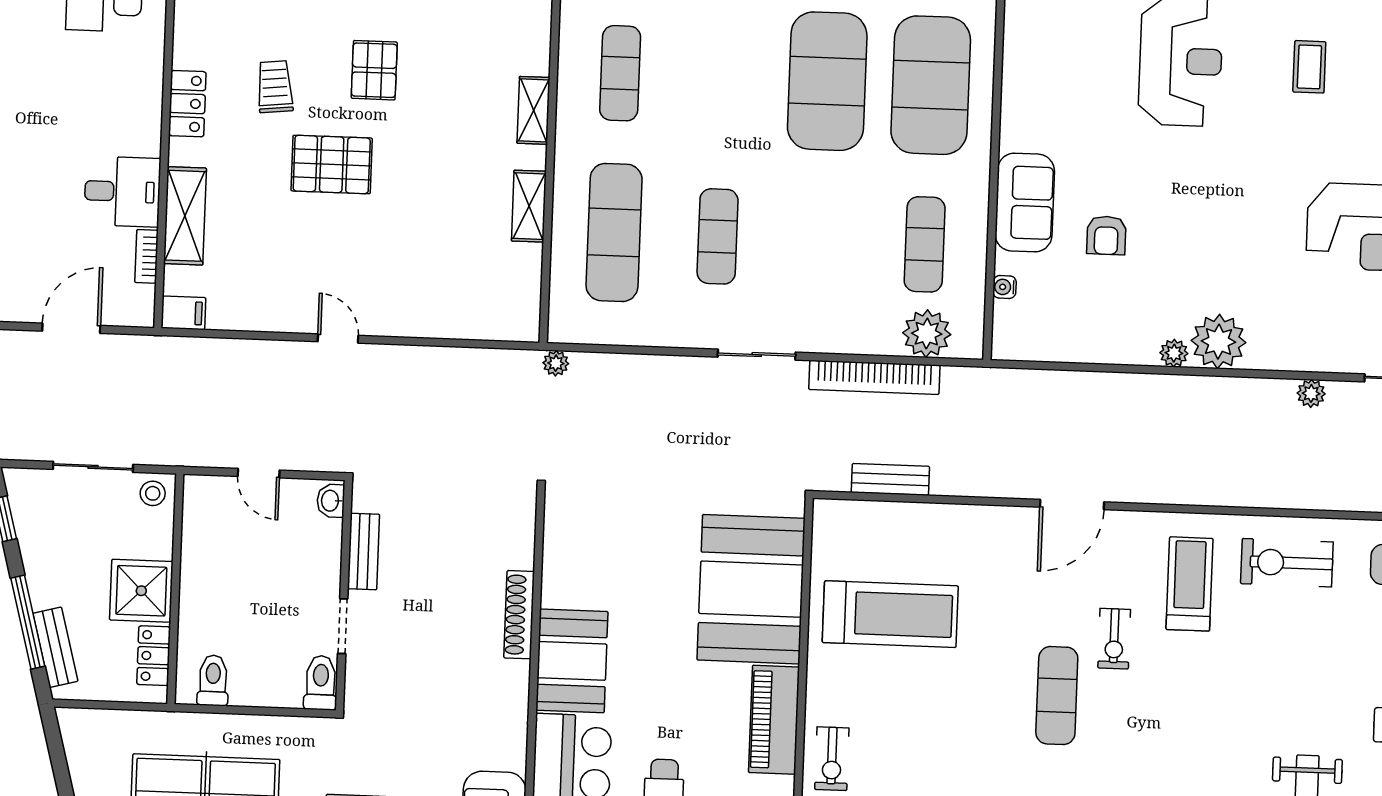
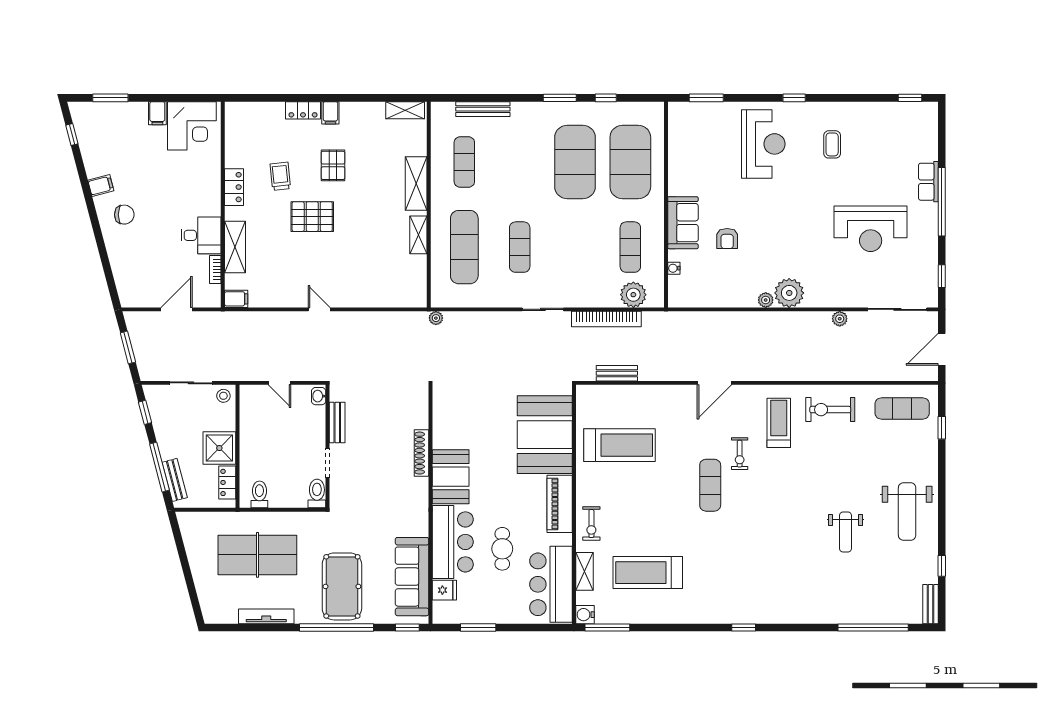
shelving: (533, 110) -> (416, 184), width x1.50, depth x1.33

